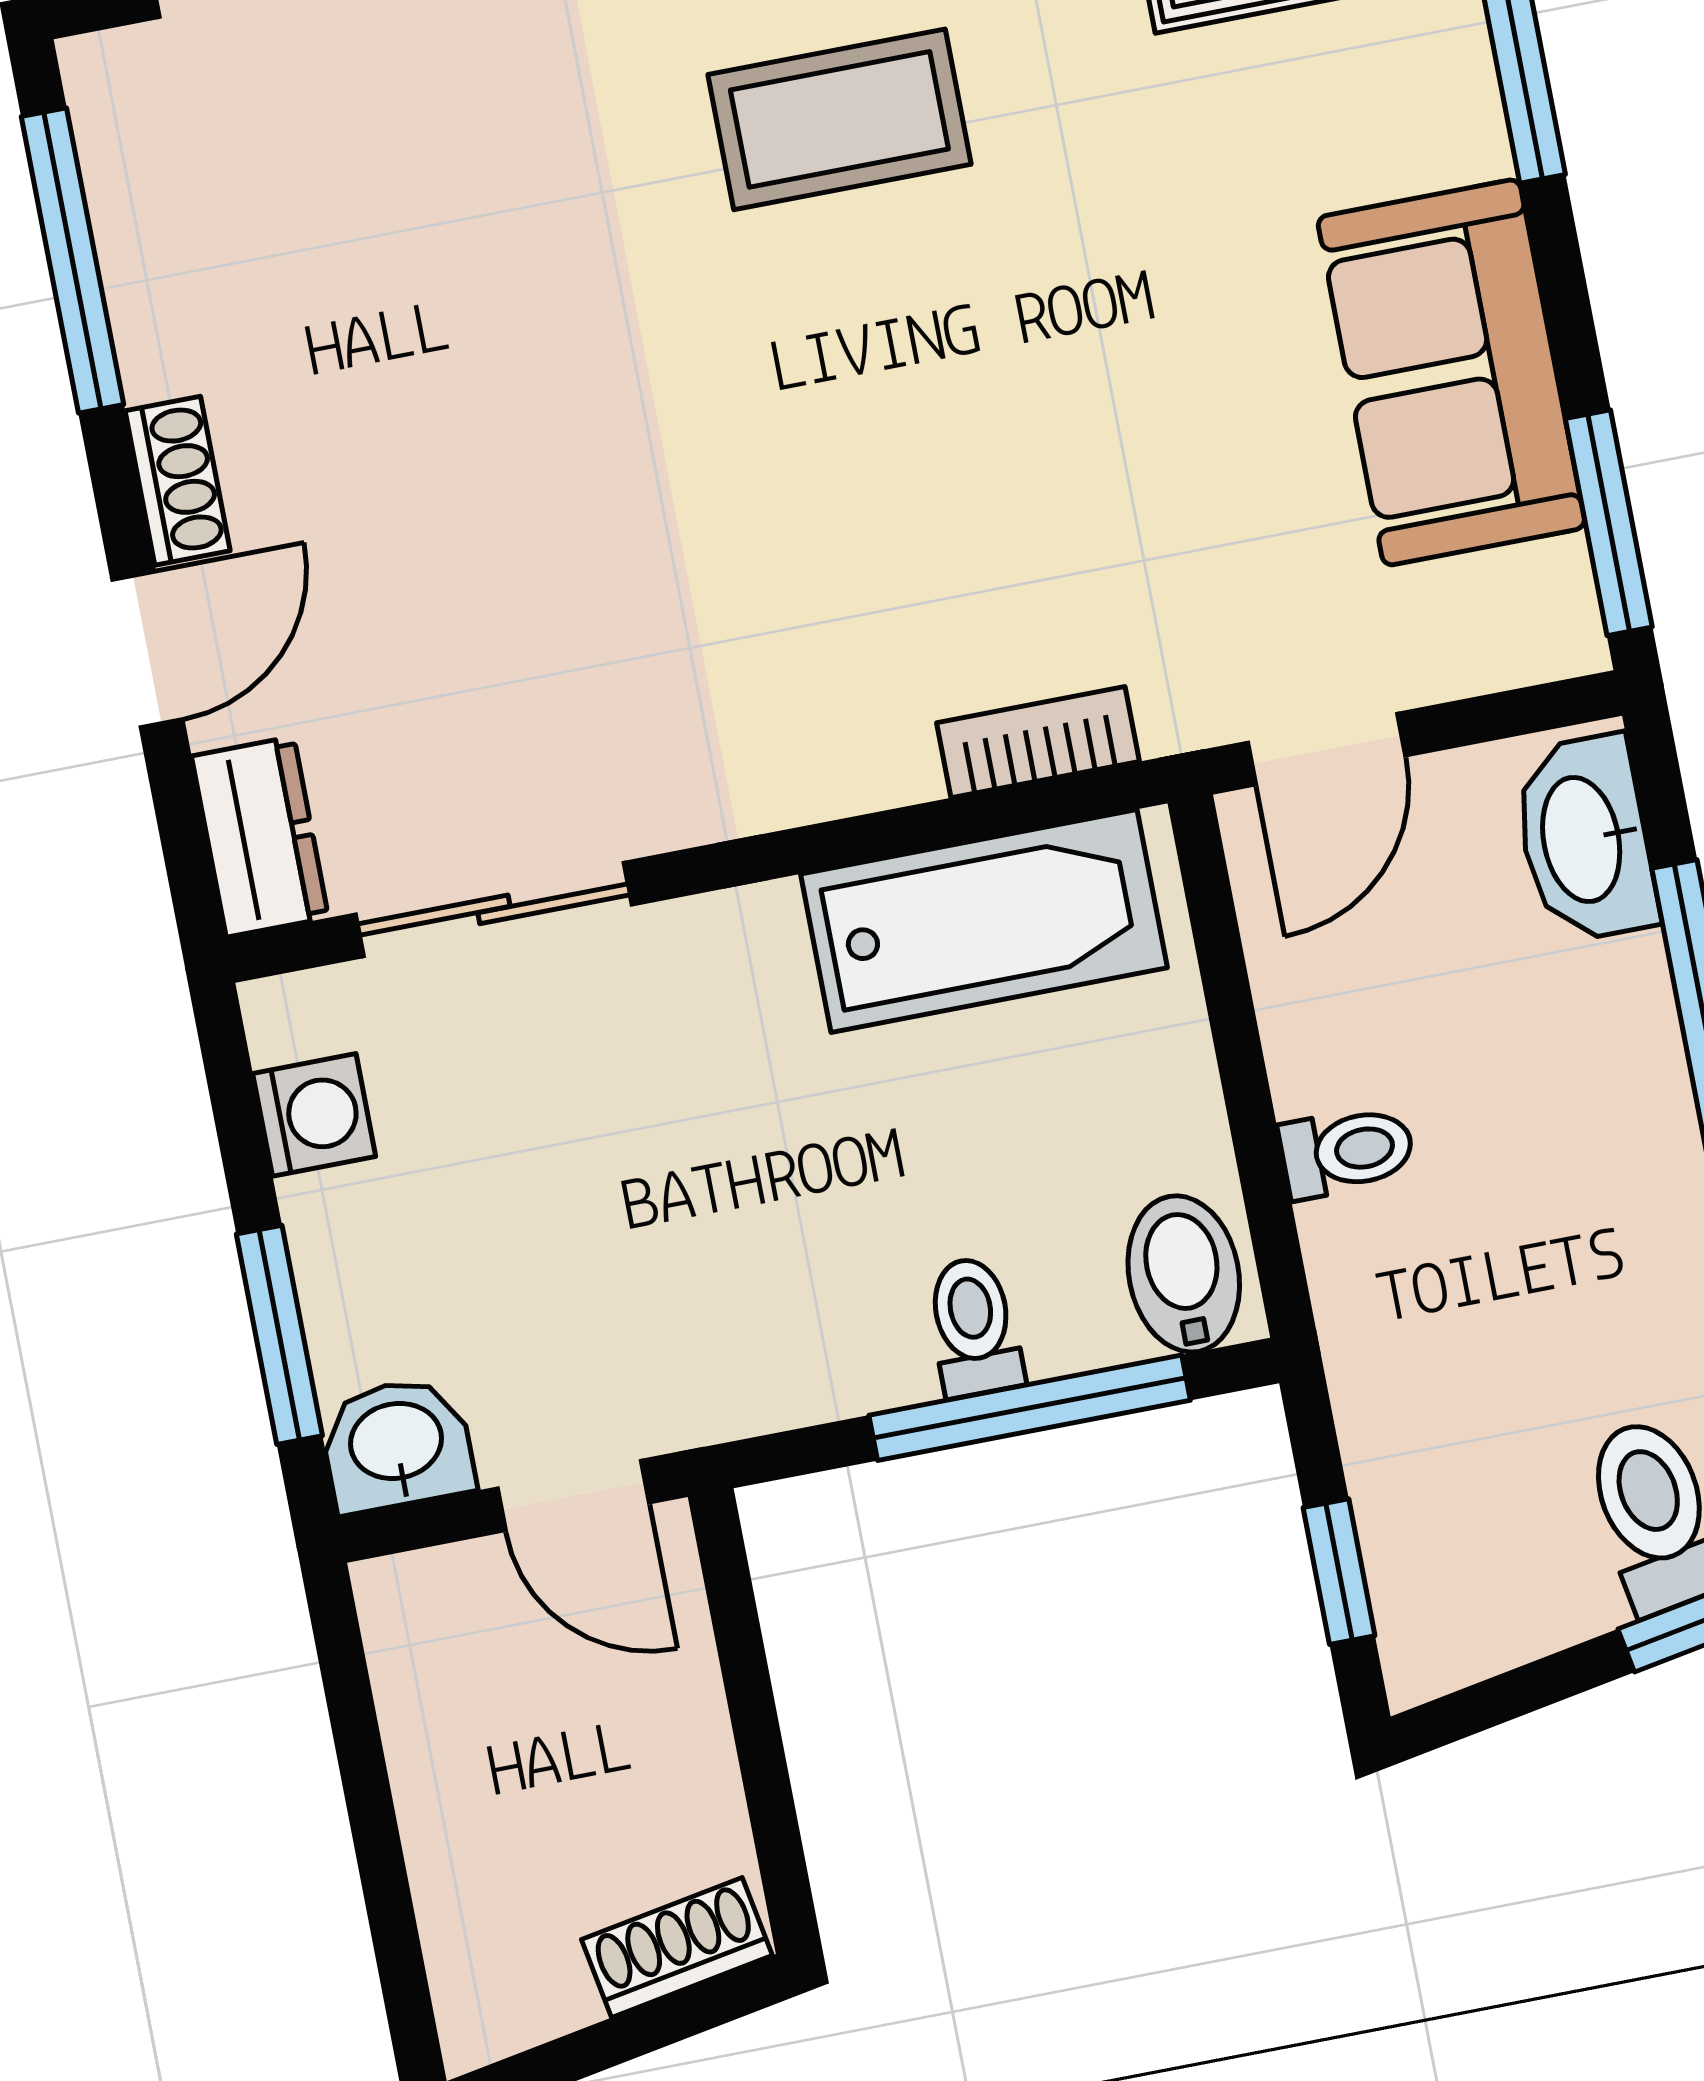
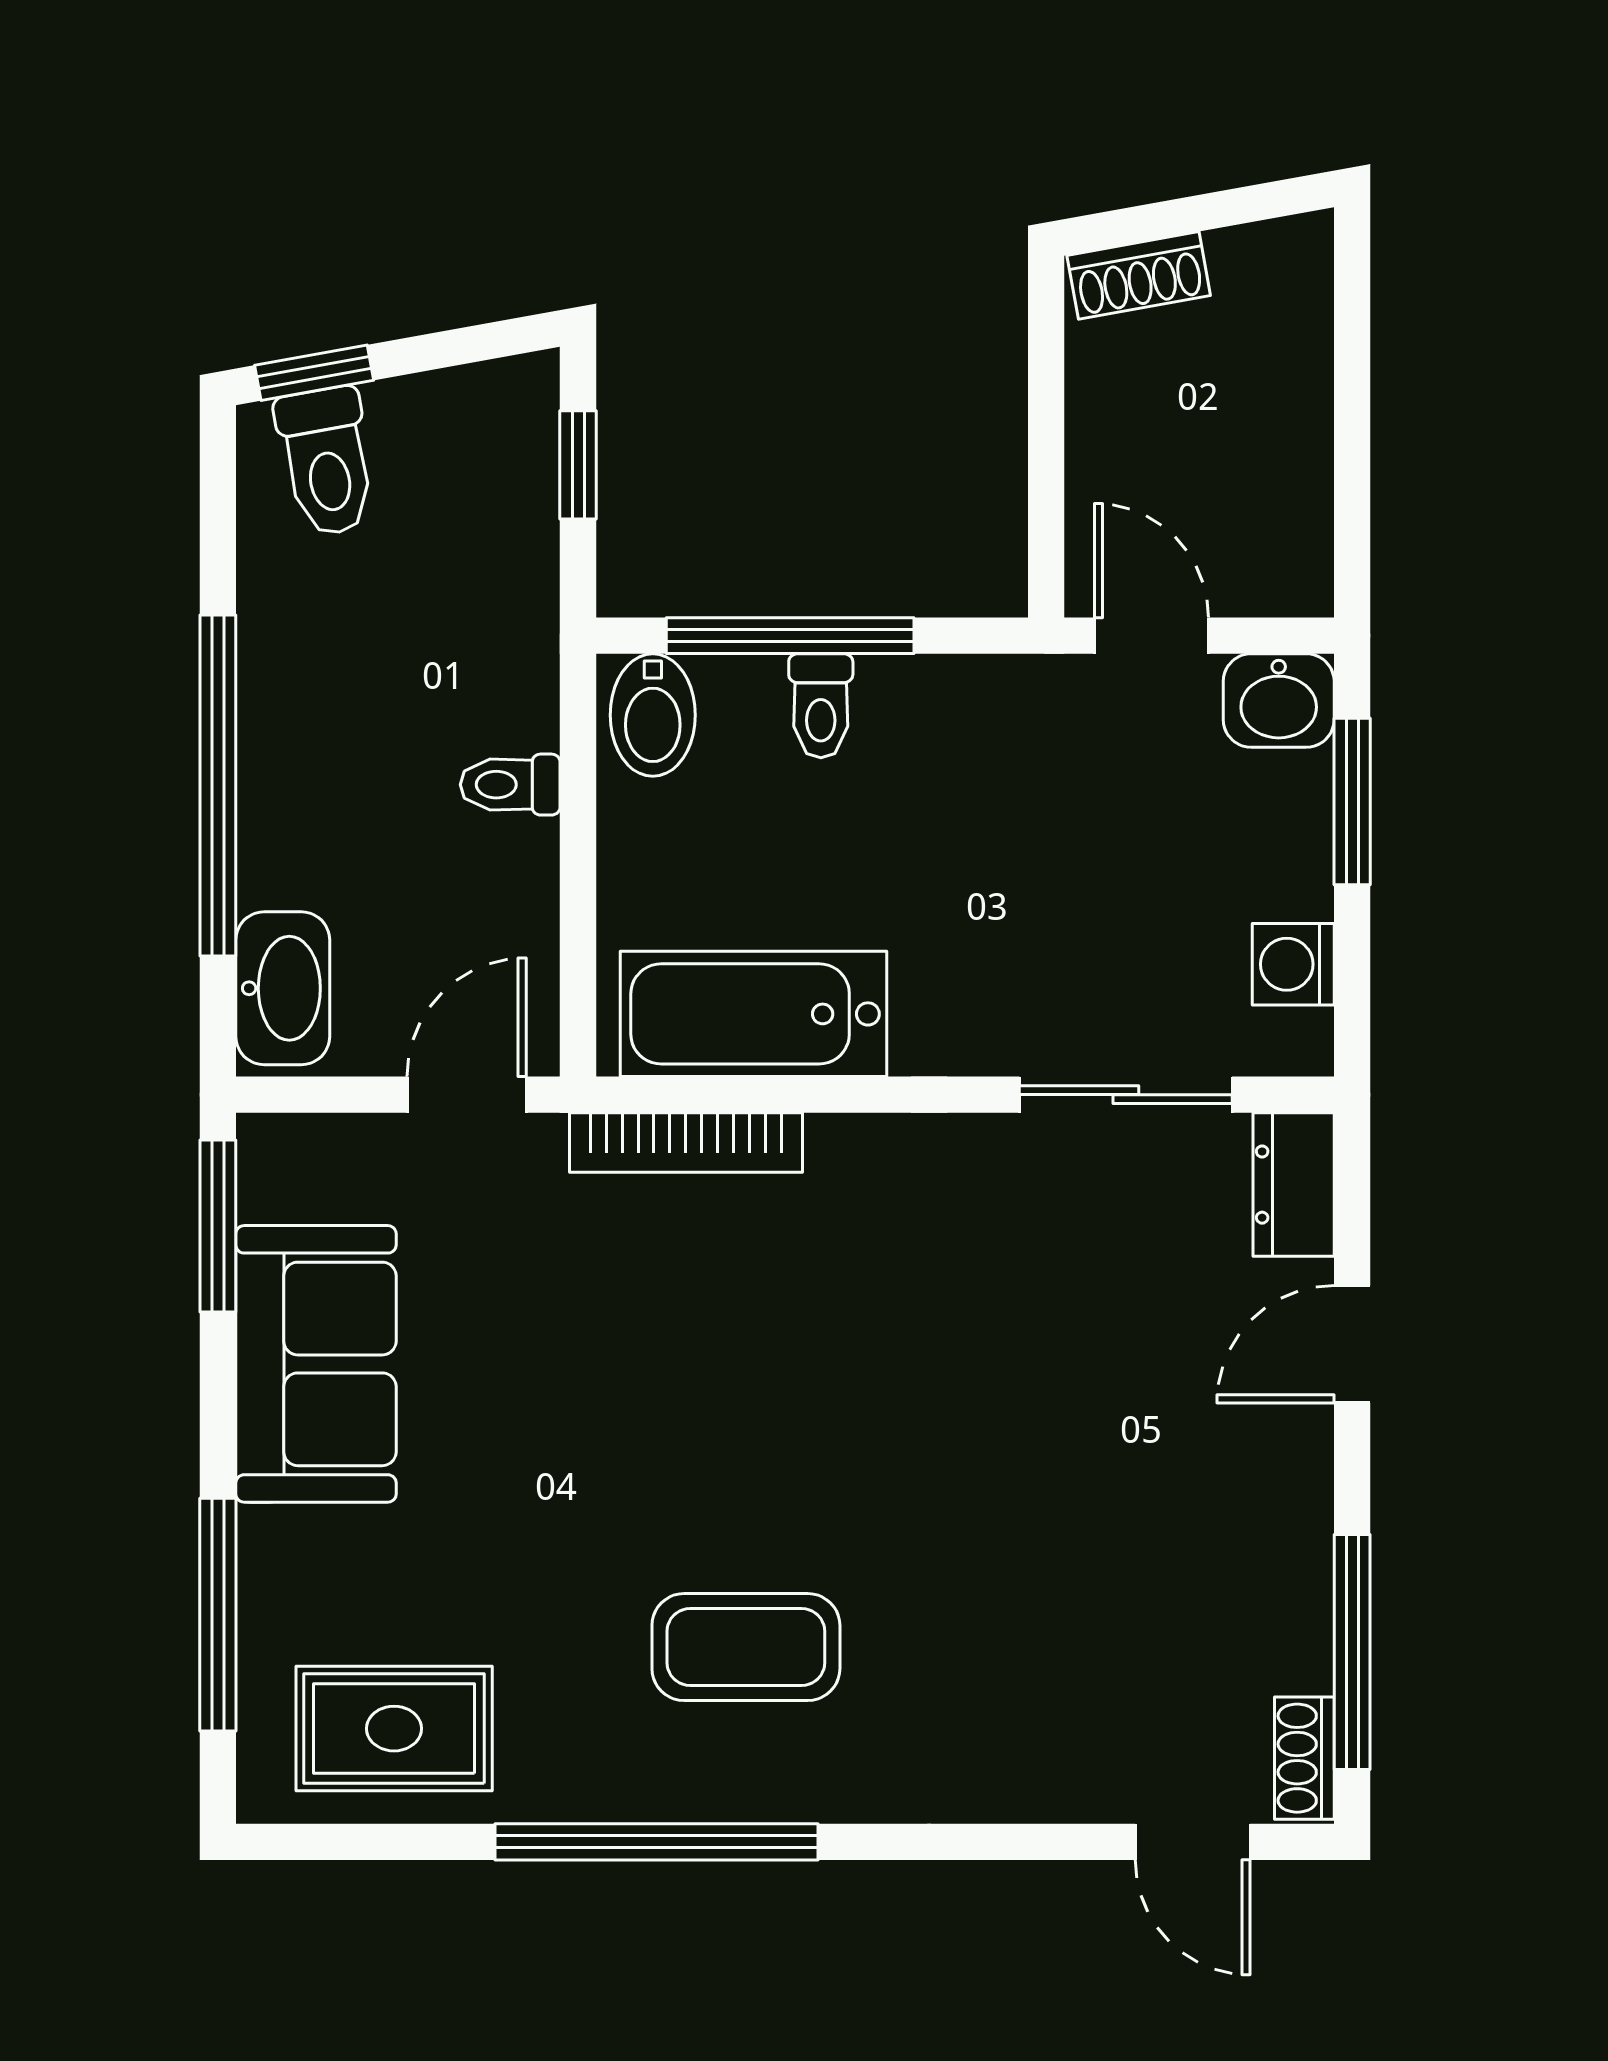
shoe rack: (178, 481) -> (1304, 1758), moved
bookcase: (1038, 742) -> (686, 1142), width x1.56

